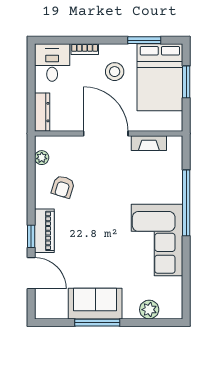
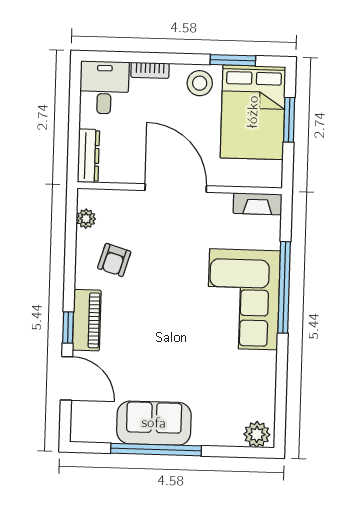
stool: (115, 72) -> (200, 83), moved
fireplace: (149, 143) -> (257, 204), moved
corner sofa: (157, 240) -> (243, 299), moved
plant: (149, 310) -> (257, 434), moved
window: (97, 323) -> (156, 450), width x1.46

